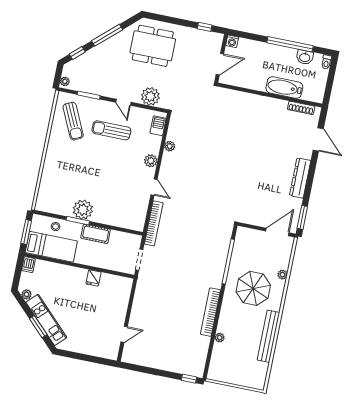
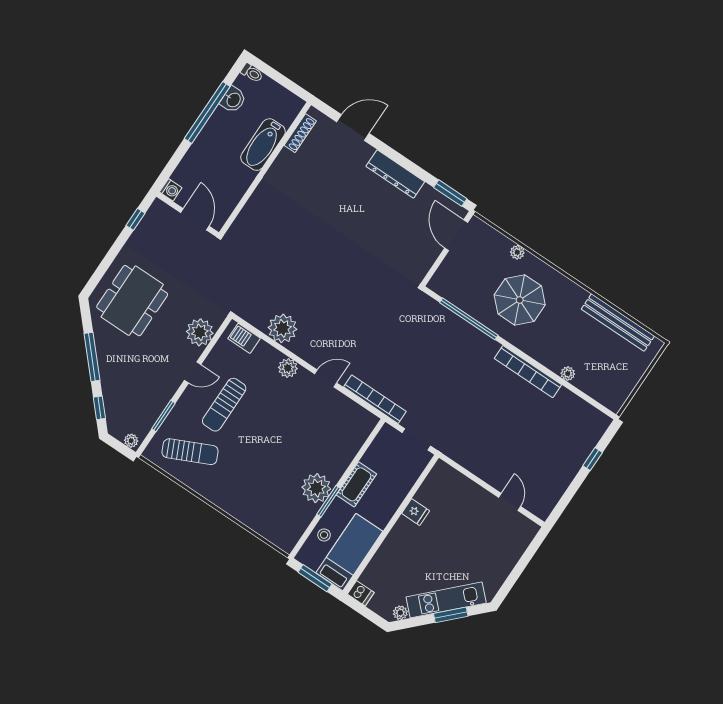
plant: (170, 146) -> (282, 328), width x1.87, depth x1.87
bench: (268, 336) -> (618, 323), moved
window: (189, 379) -> (593, 459), moved

